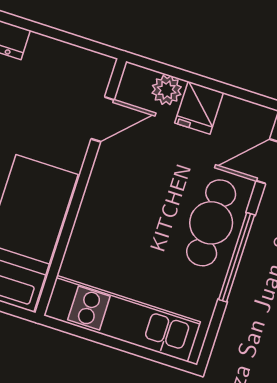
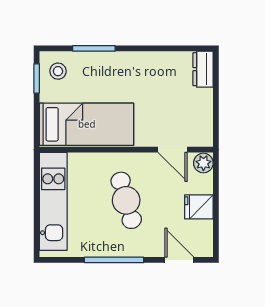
plant: (167, 90) -> (203, 163), moved
cafe table: (211, 223) -> (126, 200), moved, turned 74

